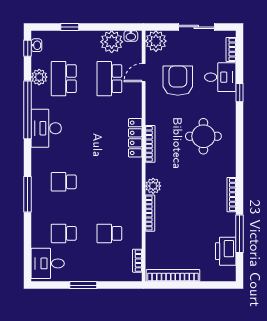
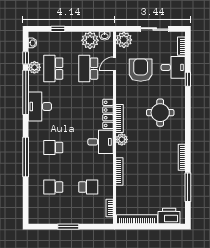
window: (28, 48) -> (26, 58), moved
plant: (153, 186) -> (122, 139), moved
window: (28, 194) -> (26, 157), width x1.46
school desk: (109, 233) -> (88, 187), turned 180
printer: (226, 251) -> (169, 216), moved, turned 90
desk: (48, 263) -> (101, 142), moved, turned 180

